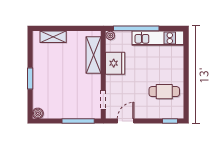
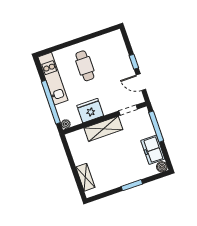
shelving: (93, 55) -> (103, 129), moved
cafe table: (164, 92) -> (85, 66), moved
freezer: (57, 110) -> (153, 150), added
window: (170, 121) -> (134, 62), moved

